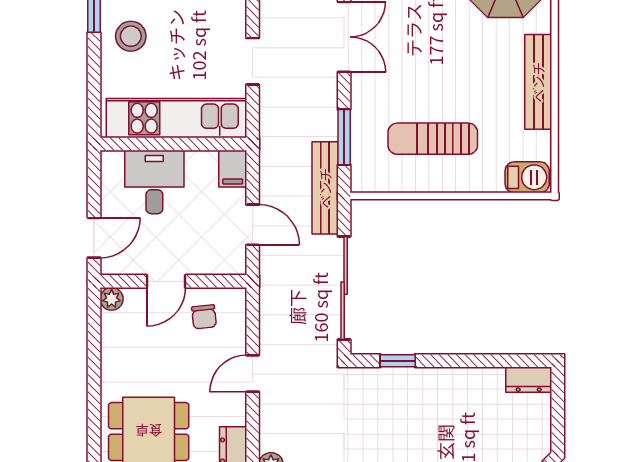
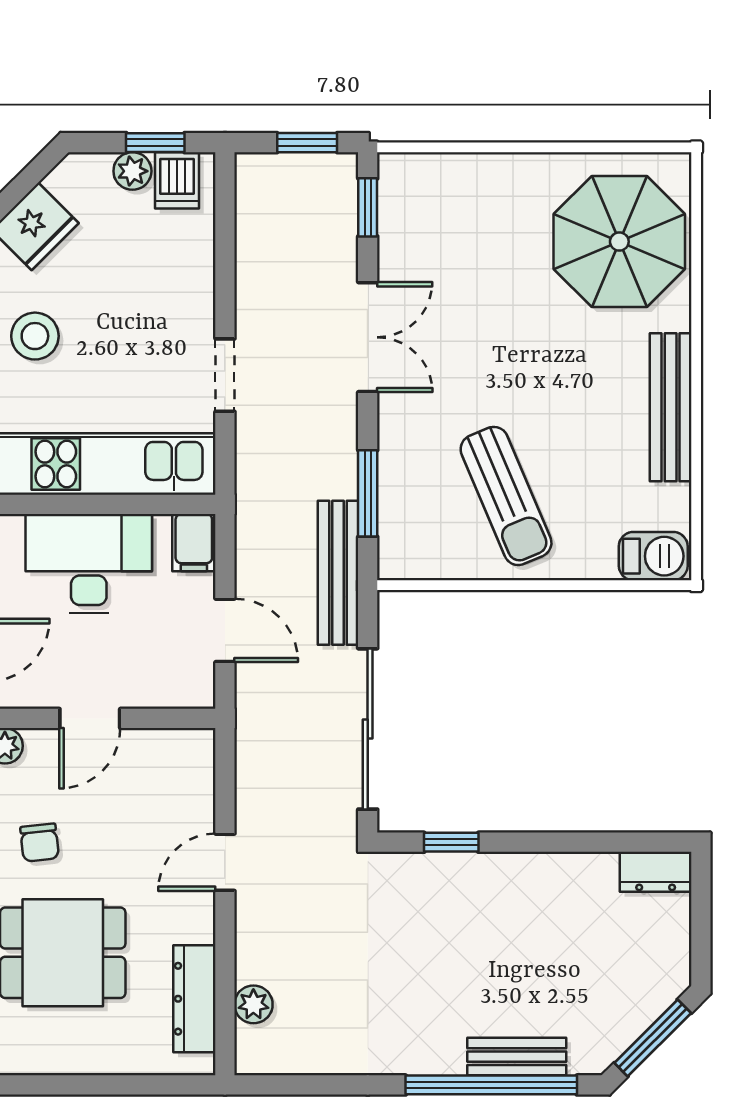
sun lounger: (433, 139) -> (506, 496), turned -113
desk: (154, 182) -> (89, 563), width x1.37
chair: (204, 317) -> (40, 843), moved

